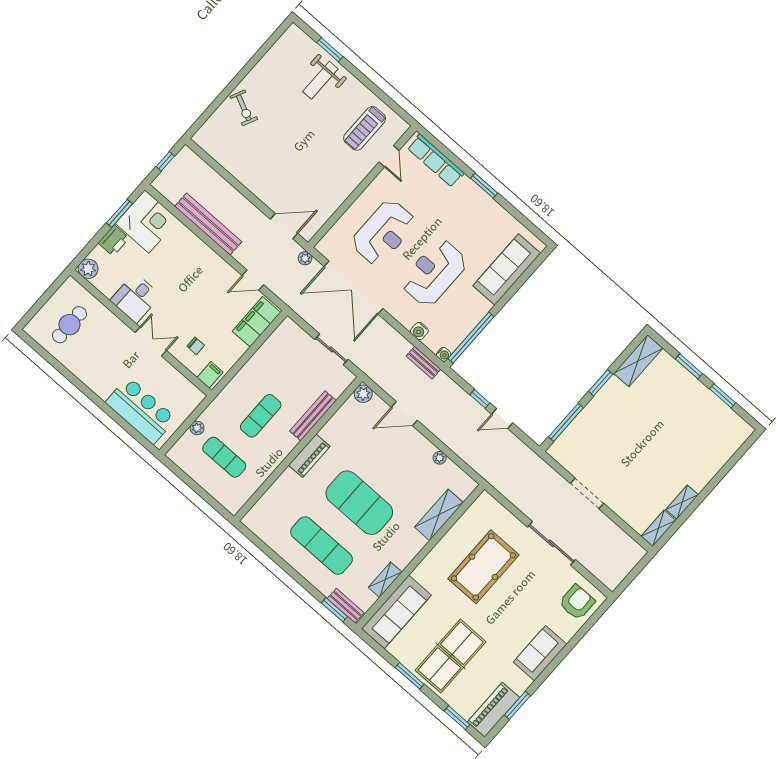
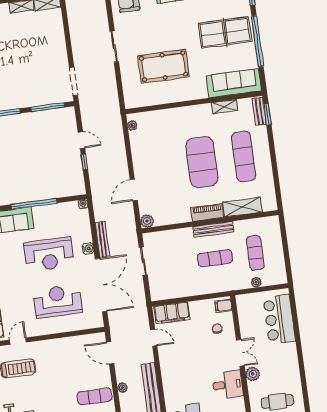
exercise mat: (261, 168) -> (95, 396), added
plant: (305, 258) -> (122, 388), moved
plant: (119, 331) -> (253, 374), added
water cooler: (419, 331) -> (88, 248), moved
window: (471, 338) -> (34, 204), moved
double door: (151, 342) -> (240, 353), swing flipped
bench: (424, 363) -> (102, 239), moved, width x1.36
door: (404, 414) -> (134, 190), swing flipped
bench: (313, 416) -> (213, 229), moved
plant: (440, 458) -> (132, 126), moved
doorway: (587, 493) -> (74, 81), moved
shelving: (439, 515) -> (242, 207), moved
sliding door: (551, 543) -> (114, 47), width x0.73
window: (410, 676) -> (258, 41), width x2.11

